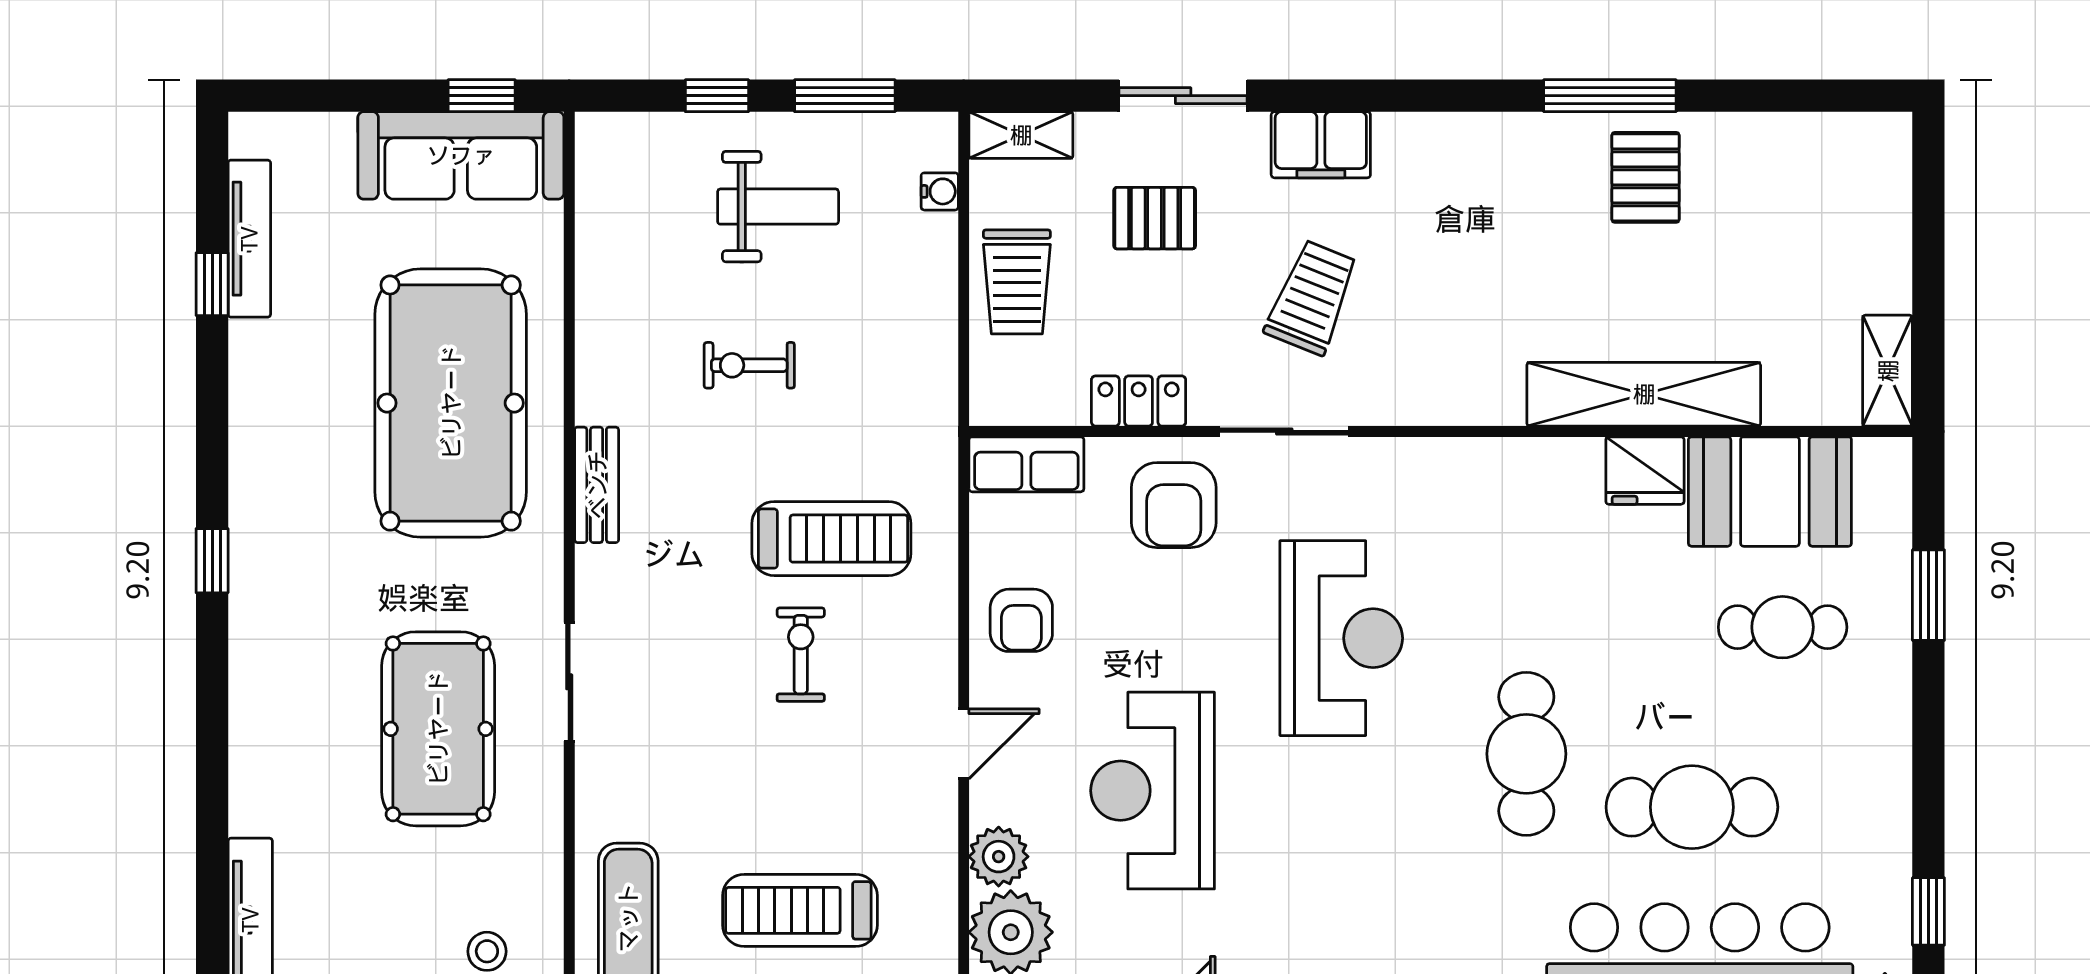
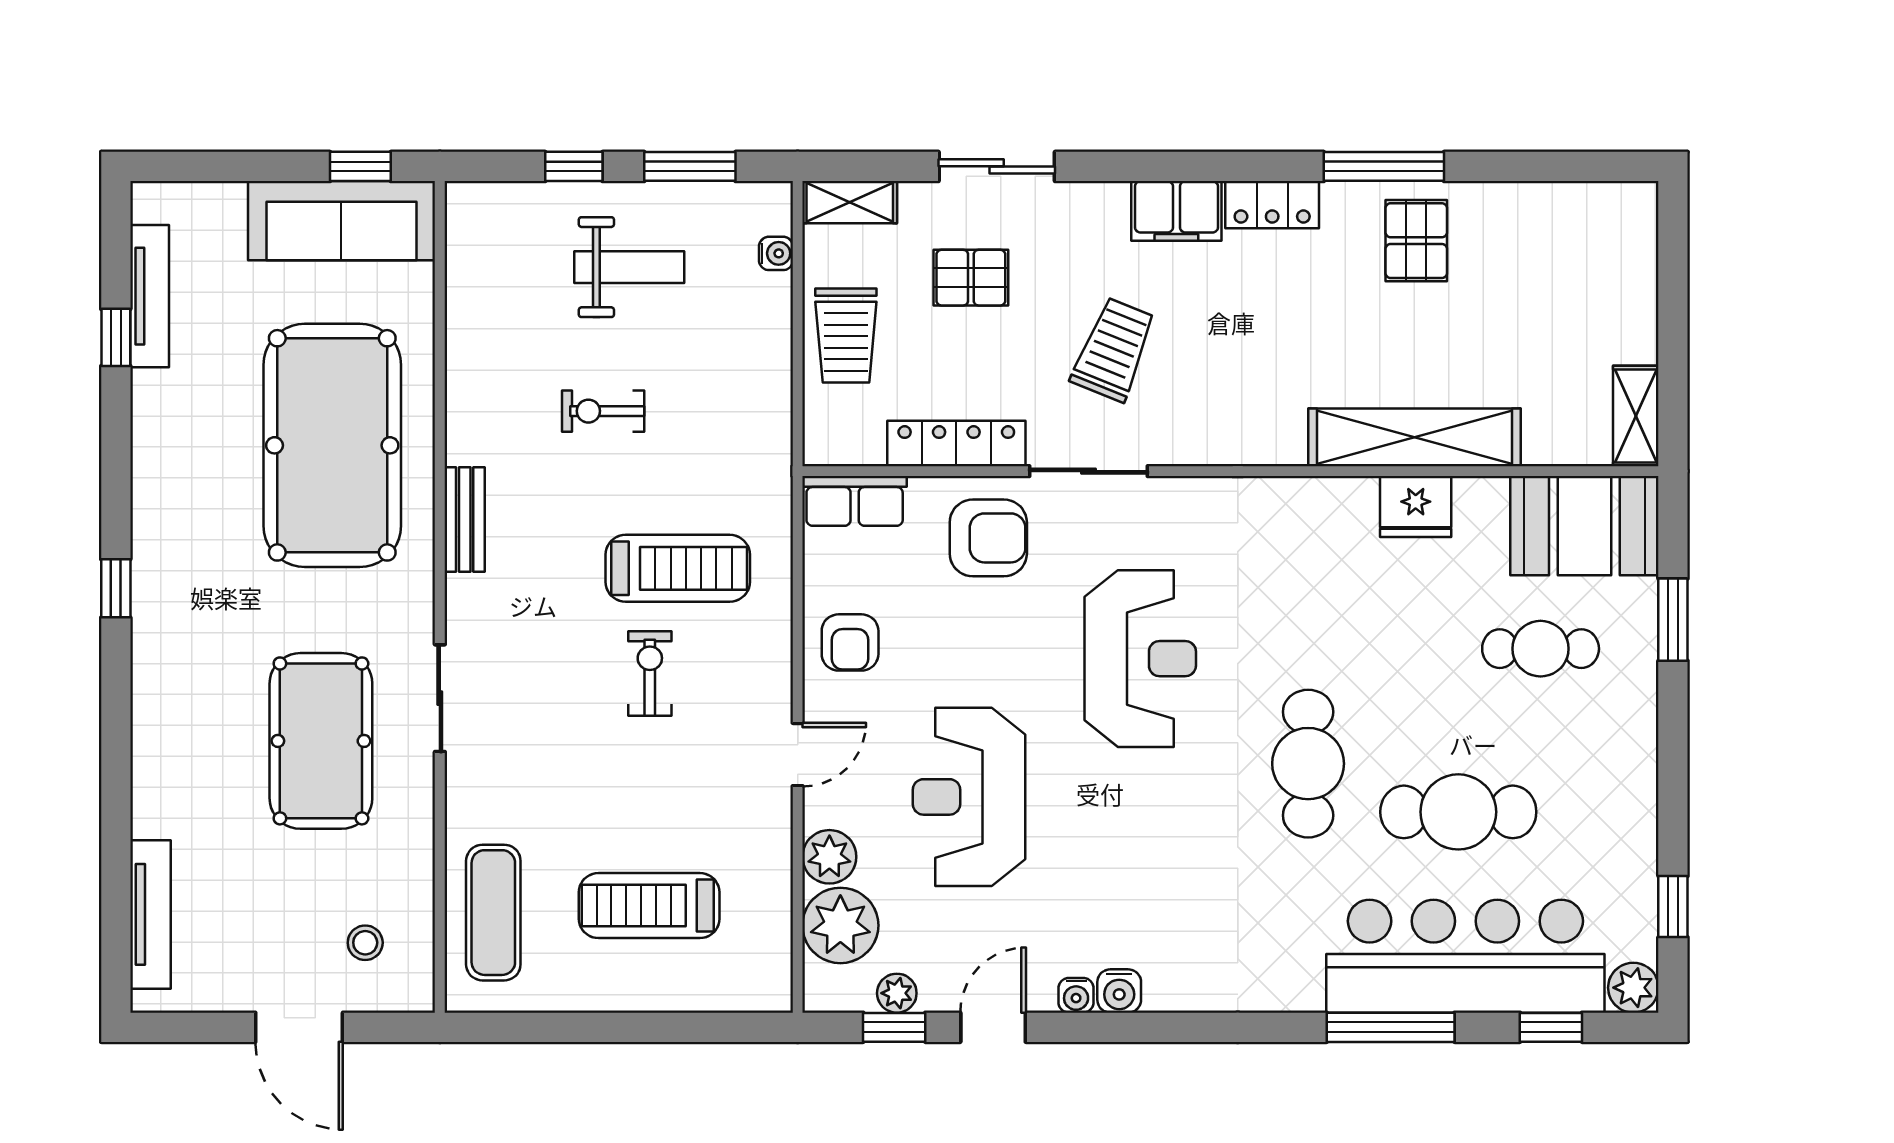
locker: (1487, 138) -> (1272, 205), added
filing cabinet: (1321, 145) -> (1176, 211), moved
locker: (1139, 401) -> (956, 443), width x1.53
booth: (1770, 492) -> (1584, 526), moved
armchair: (1174, 505) -> (988, 538), turned -90

